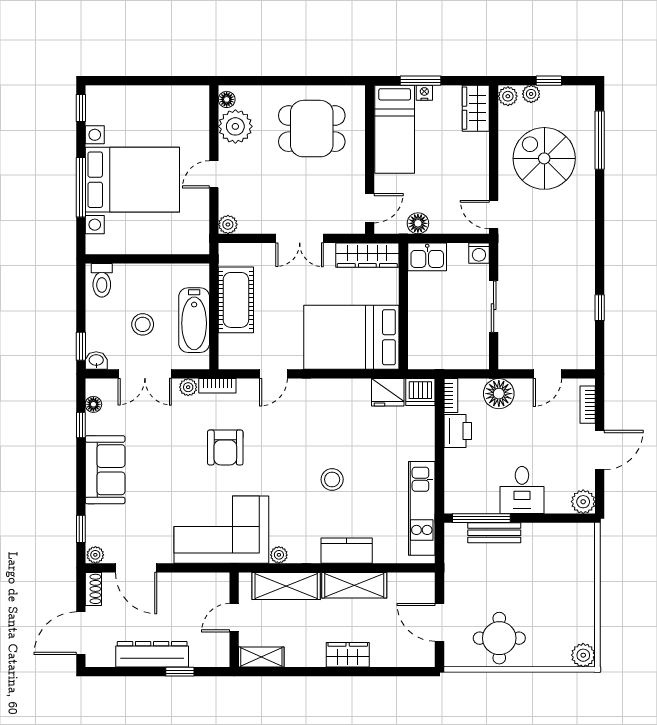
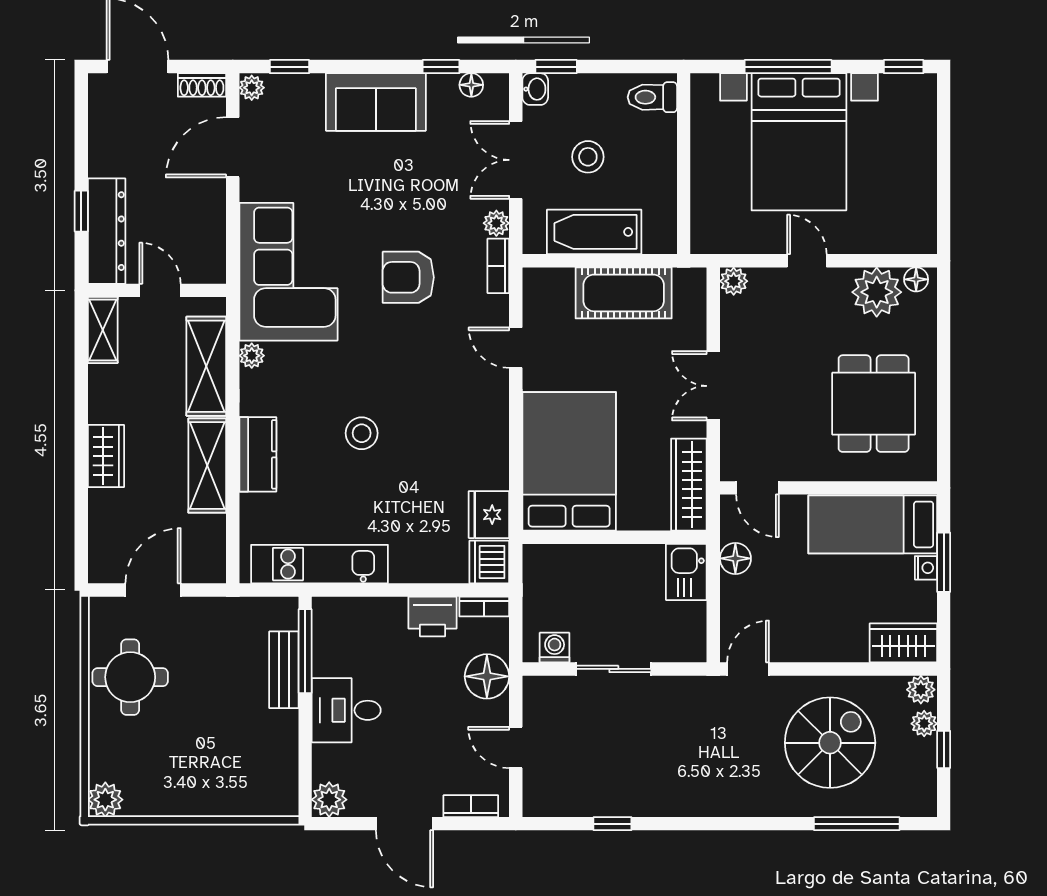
washing machine: (479, 253) -> (555, 648), moved, turned 90
dresser: (152, 654) -> (107, 231), moved

